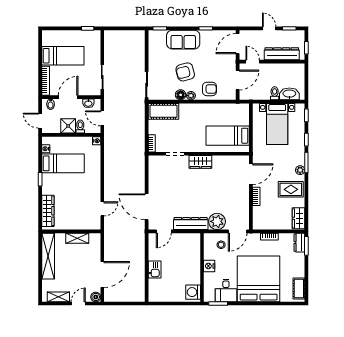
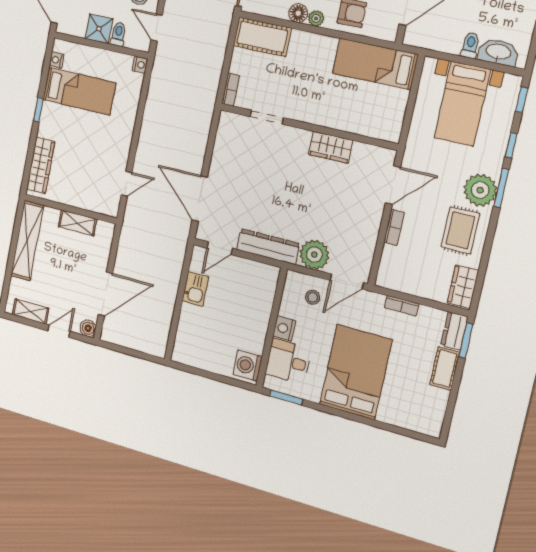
bed: (228, 136) -> (375, 64), moved
wardrobe: (200, 162) -> (331, 147), moved
plant: (300, 170) -> (480, 190), width x1.88, depth x1.88
rug: (291, 189) -> (460, 230), turned 90
kitchen sink: (155, 270) -> (195, 289), moved
bed: (259, 279) -> (356, 372), width x0.73
cot: (299, 288) -> (445, 368), moved
desk: (226, 290) -> (288, 361), moved, turned 90

